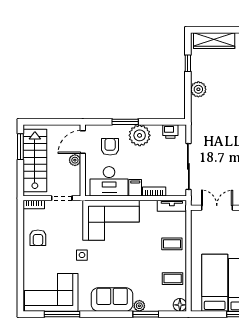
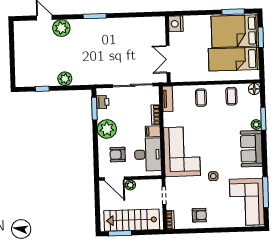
wardrobe: (214, 41) -> (22, 66), removed
window: (125, 122) -> (94, 109), moved

